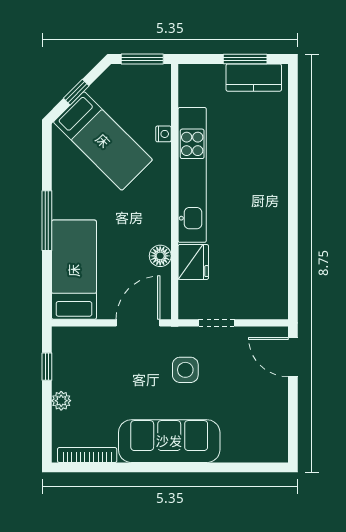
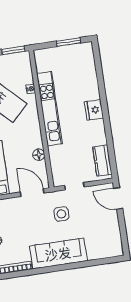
kitchen counter: (254, 78) -> (102, 161), moved, turned 90
fridge: (193, 262) -> (94, 110), moved, turned 180
door: (138, 323) -> (32, 192), hinge flipped

